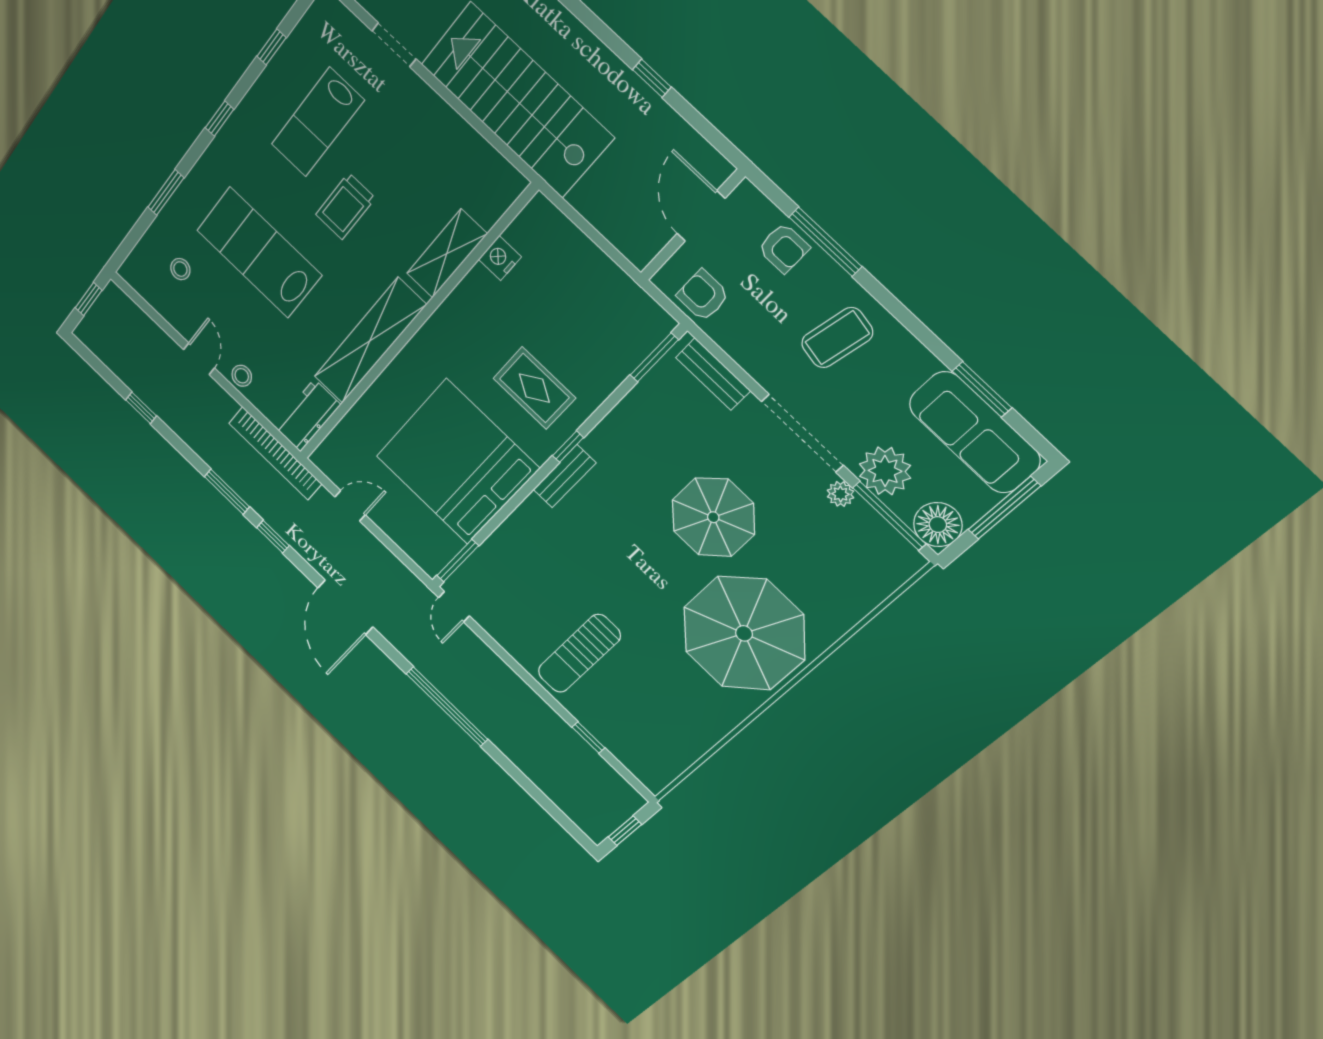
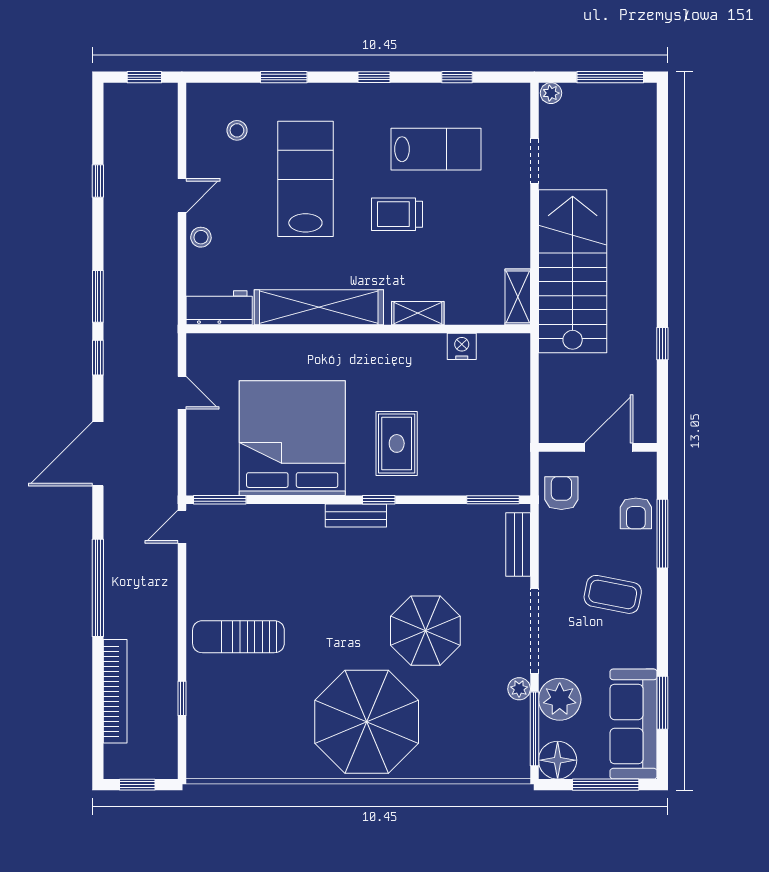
lab bench: (318, 122) -> (436, 149), turned 180
shelving: (498, 170) -> (518, 297), added
shelving: (447, 254) -> (418, 313), width x0.67, depth x0.75
bookcase: (275, 453) -> (115, 691), moved, turned 180

